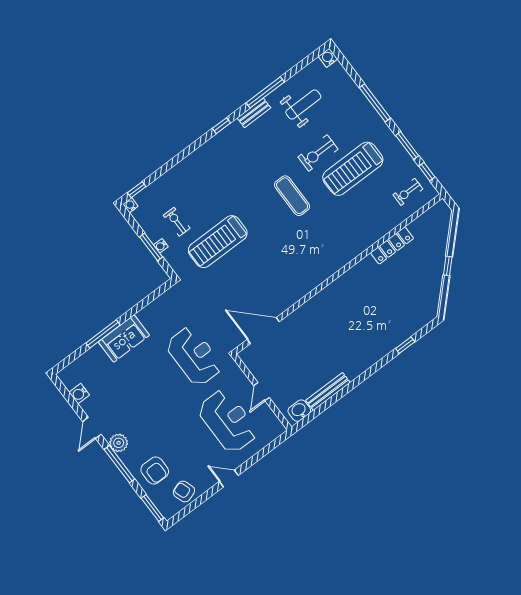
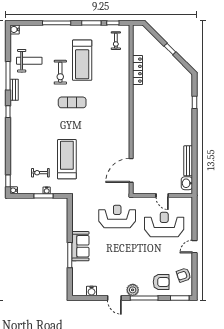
weight bench: (303, 105) -> (29, 61), turned 90
treadmill: (218, 242) -> (67, 159), turned 180

